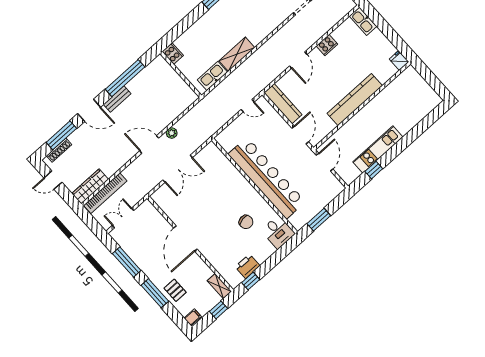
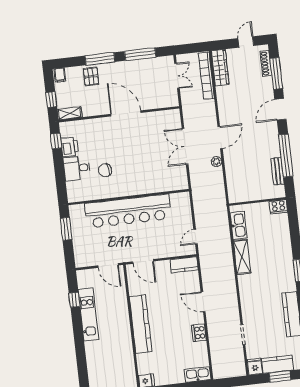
bench: (117, 99) -> (278, 171), moved
kitchen counter: (283, 104) -> (184, 265), width x0.67
desk: (278, 232) -> (77, 168), moved
pallet: (175, 290) -> (91, 76), turned 90

